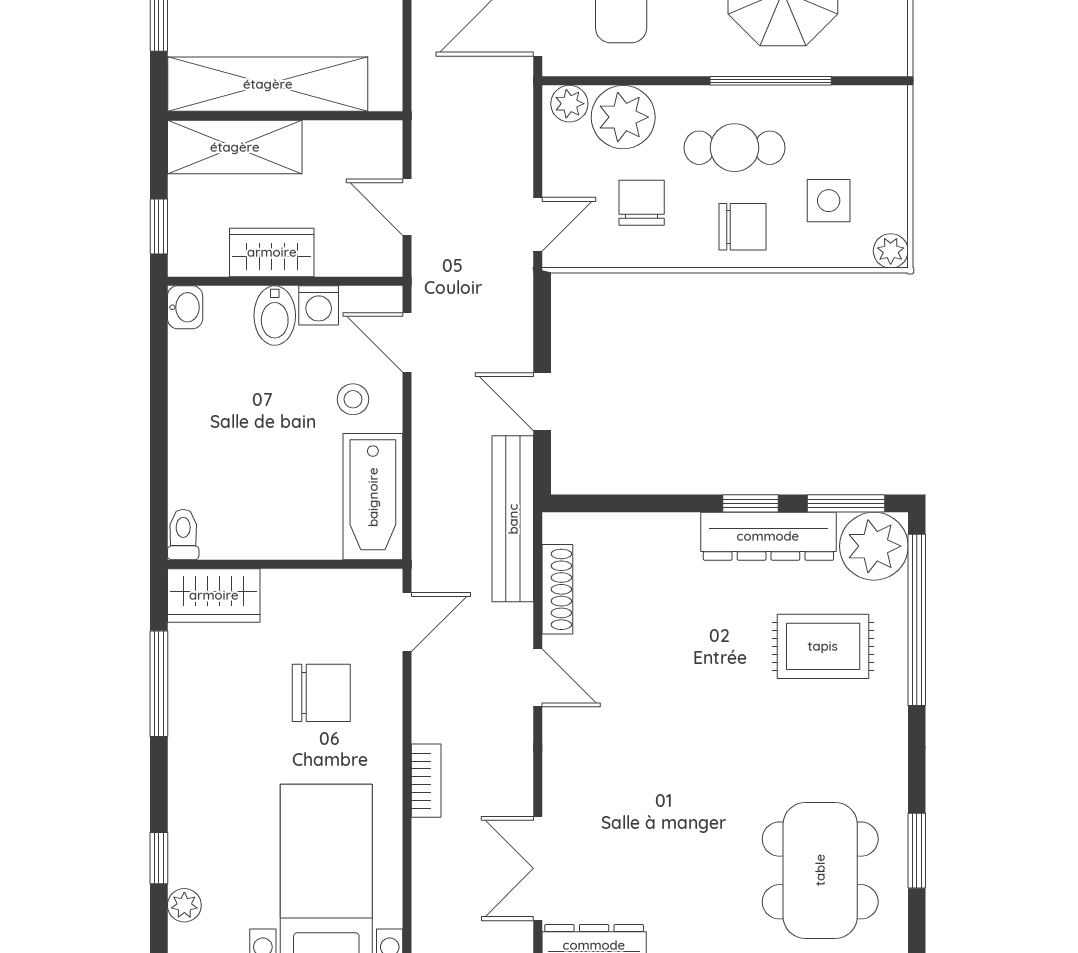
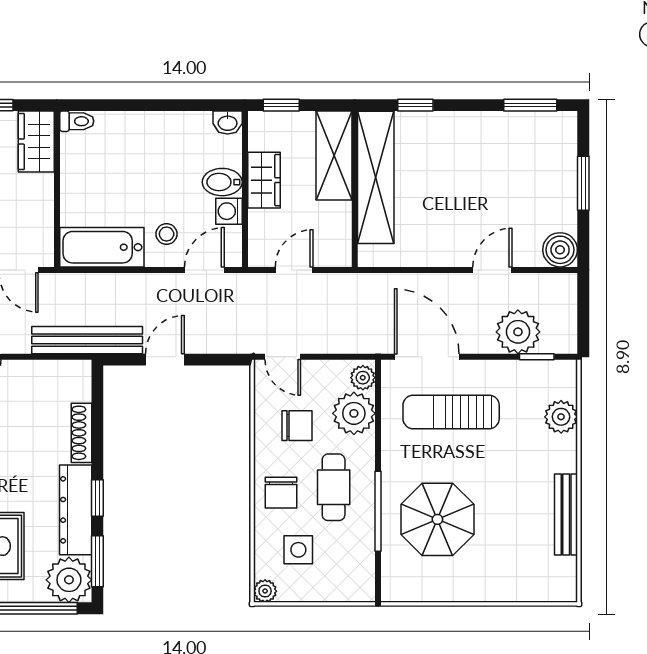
shoe rack: (557, 589) -> (81, 433), moved, turned 90

